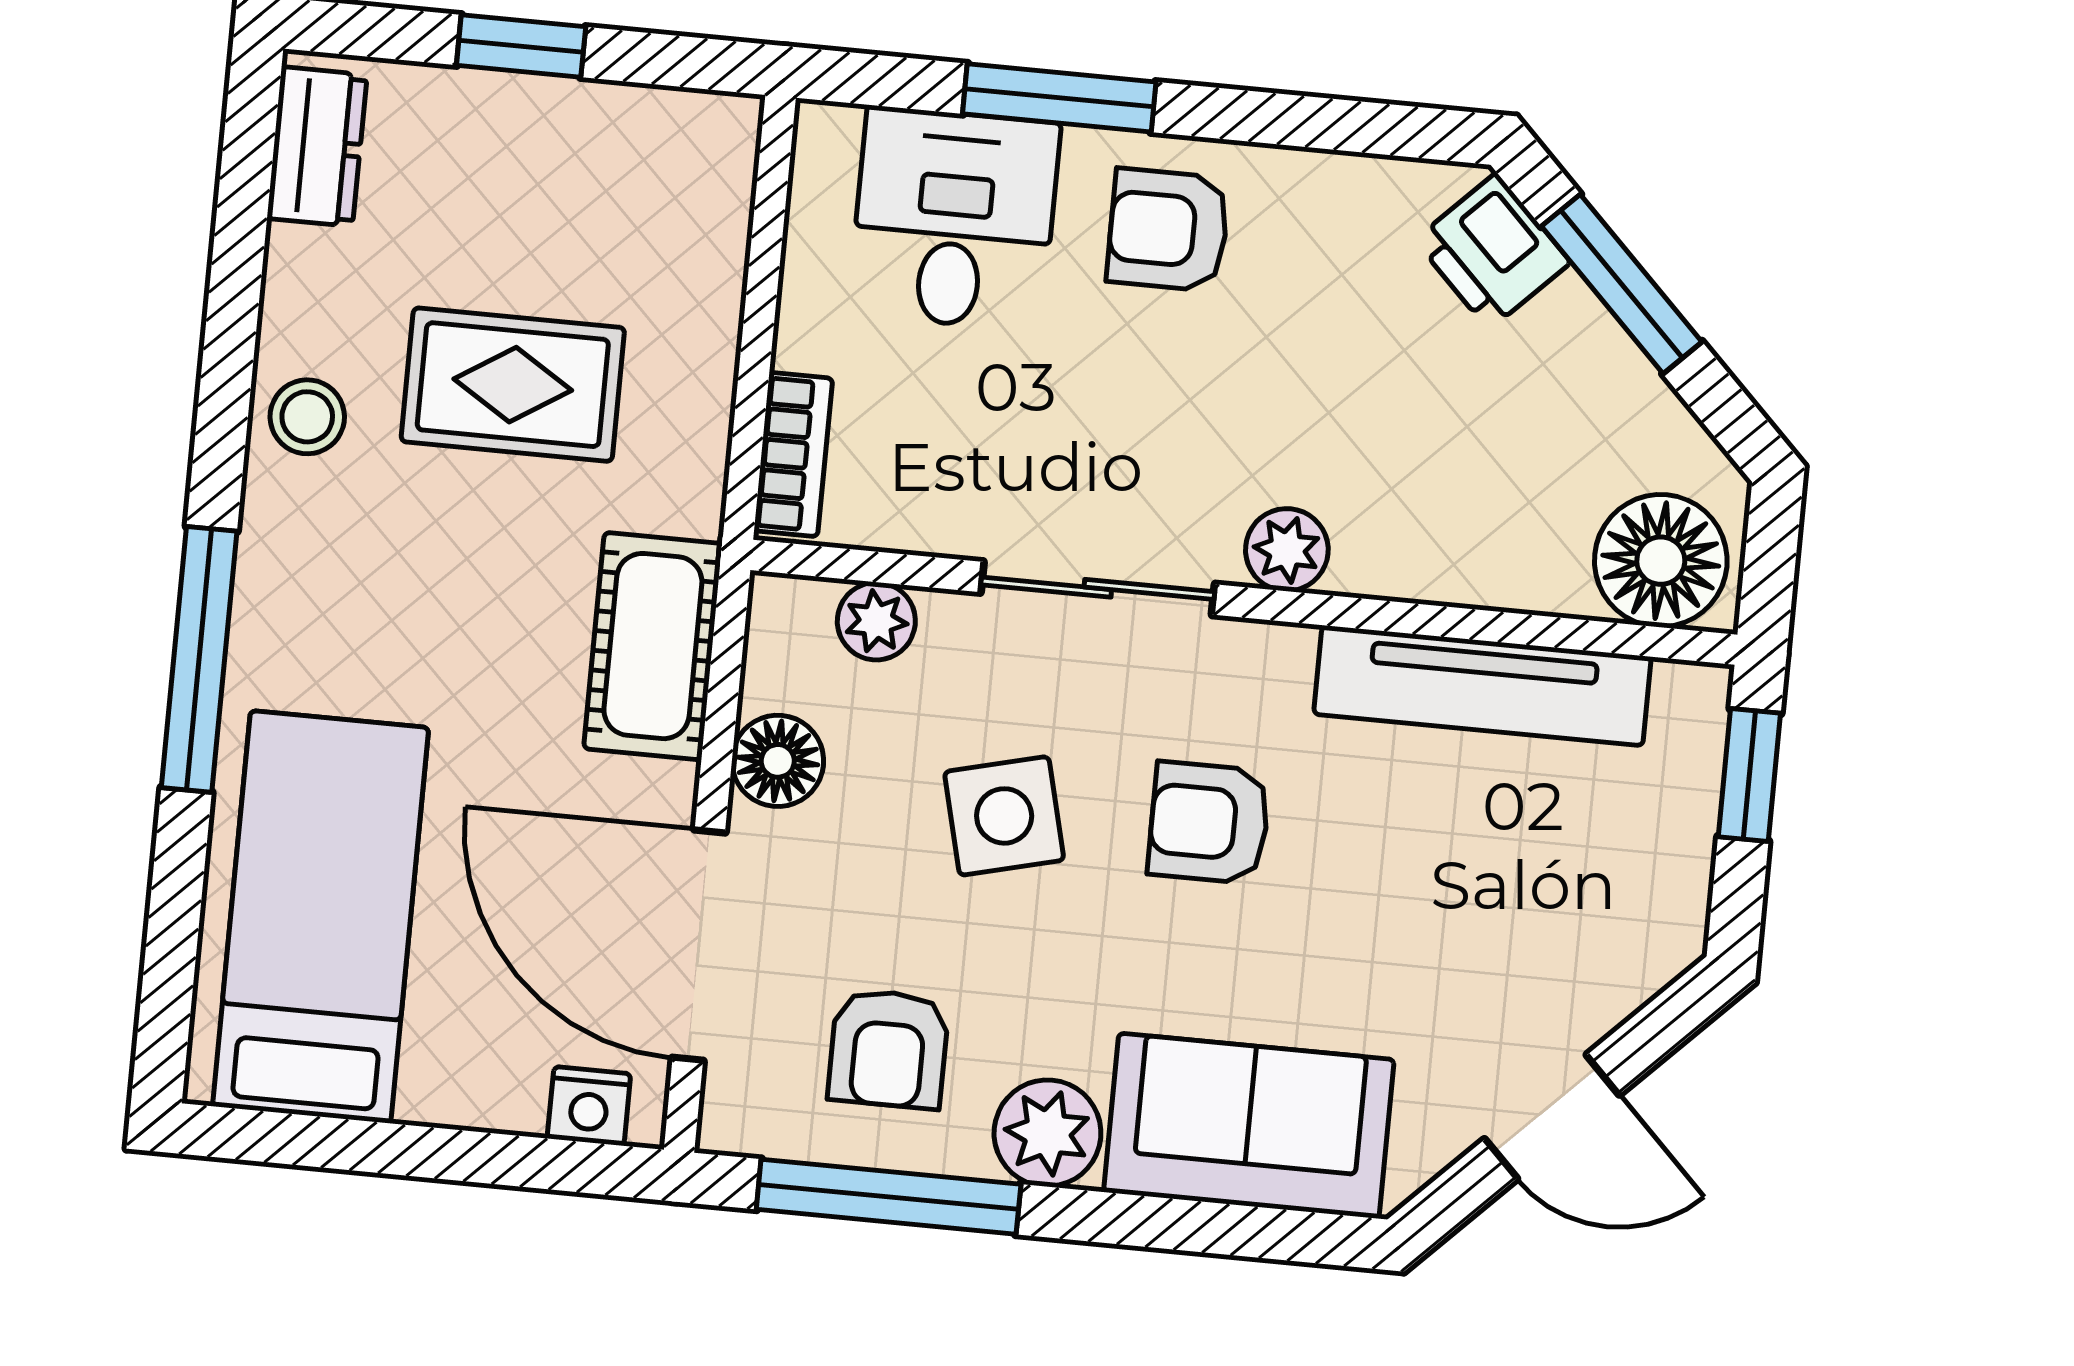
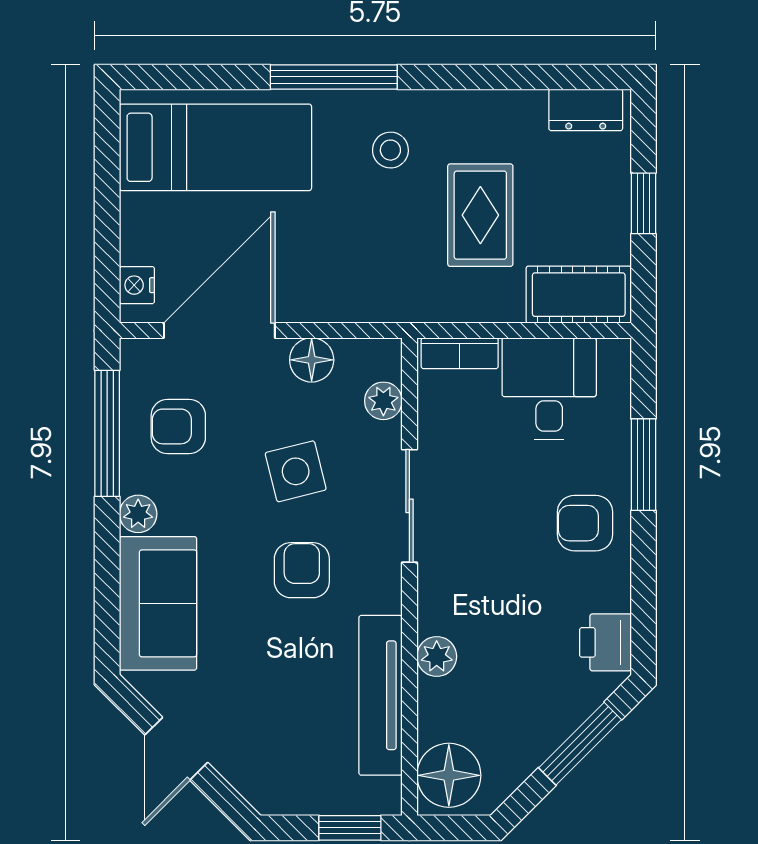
desk: (954, 219) -> (549, 389), moved, turned -90
armchair: (1168, 230) -> (585, 523), turned -90
printer: (1493, 251) -> (605, 642), moved, turned -45
stool: (307, 417) -> (390, 150), moved
plant: (1287, 550) -> (437, 657), moved
cot: (653, 646) -> (579, 295), moved
plant: (1047, 1133) -> (138, 514), width x0.73, depth x0.73

